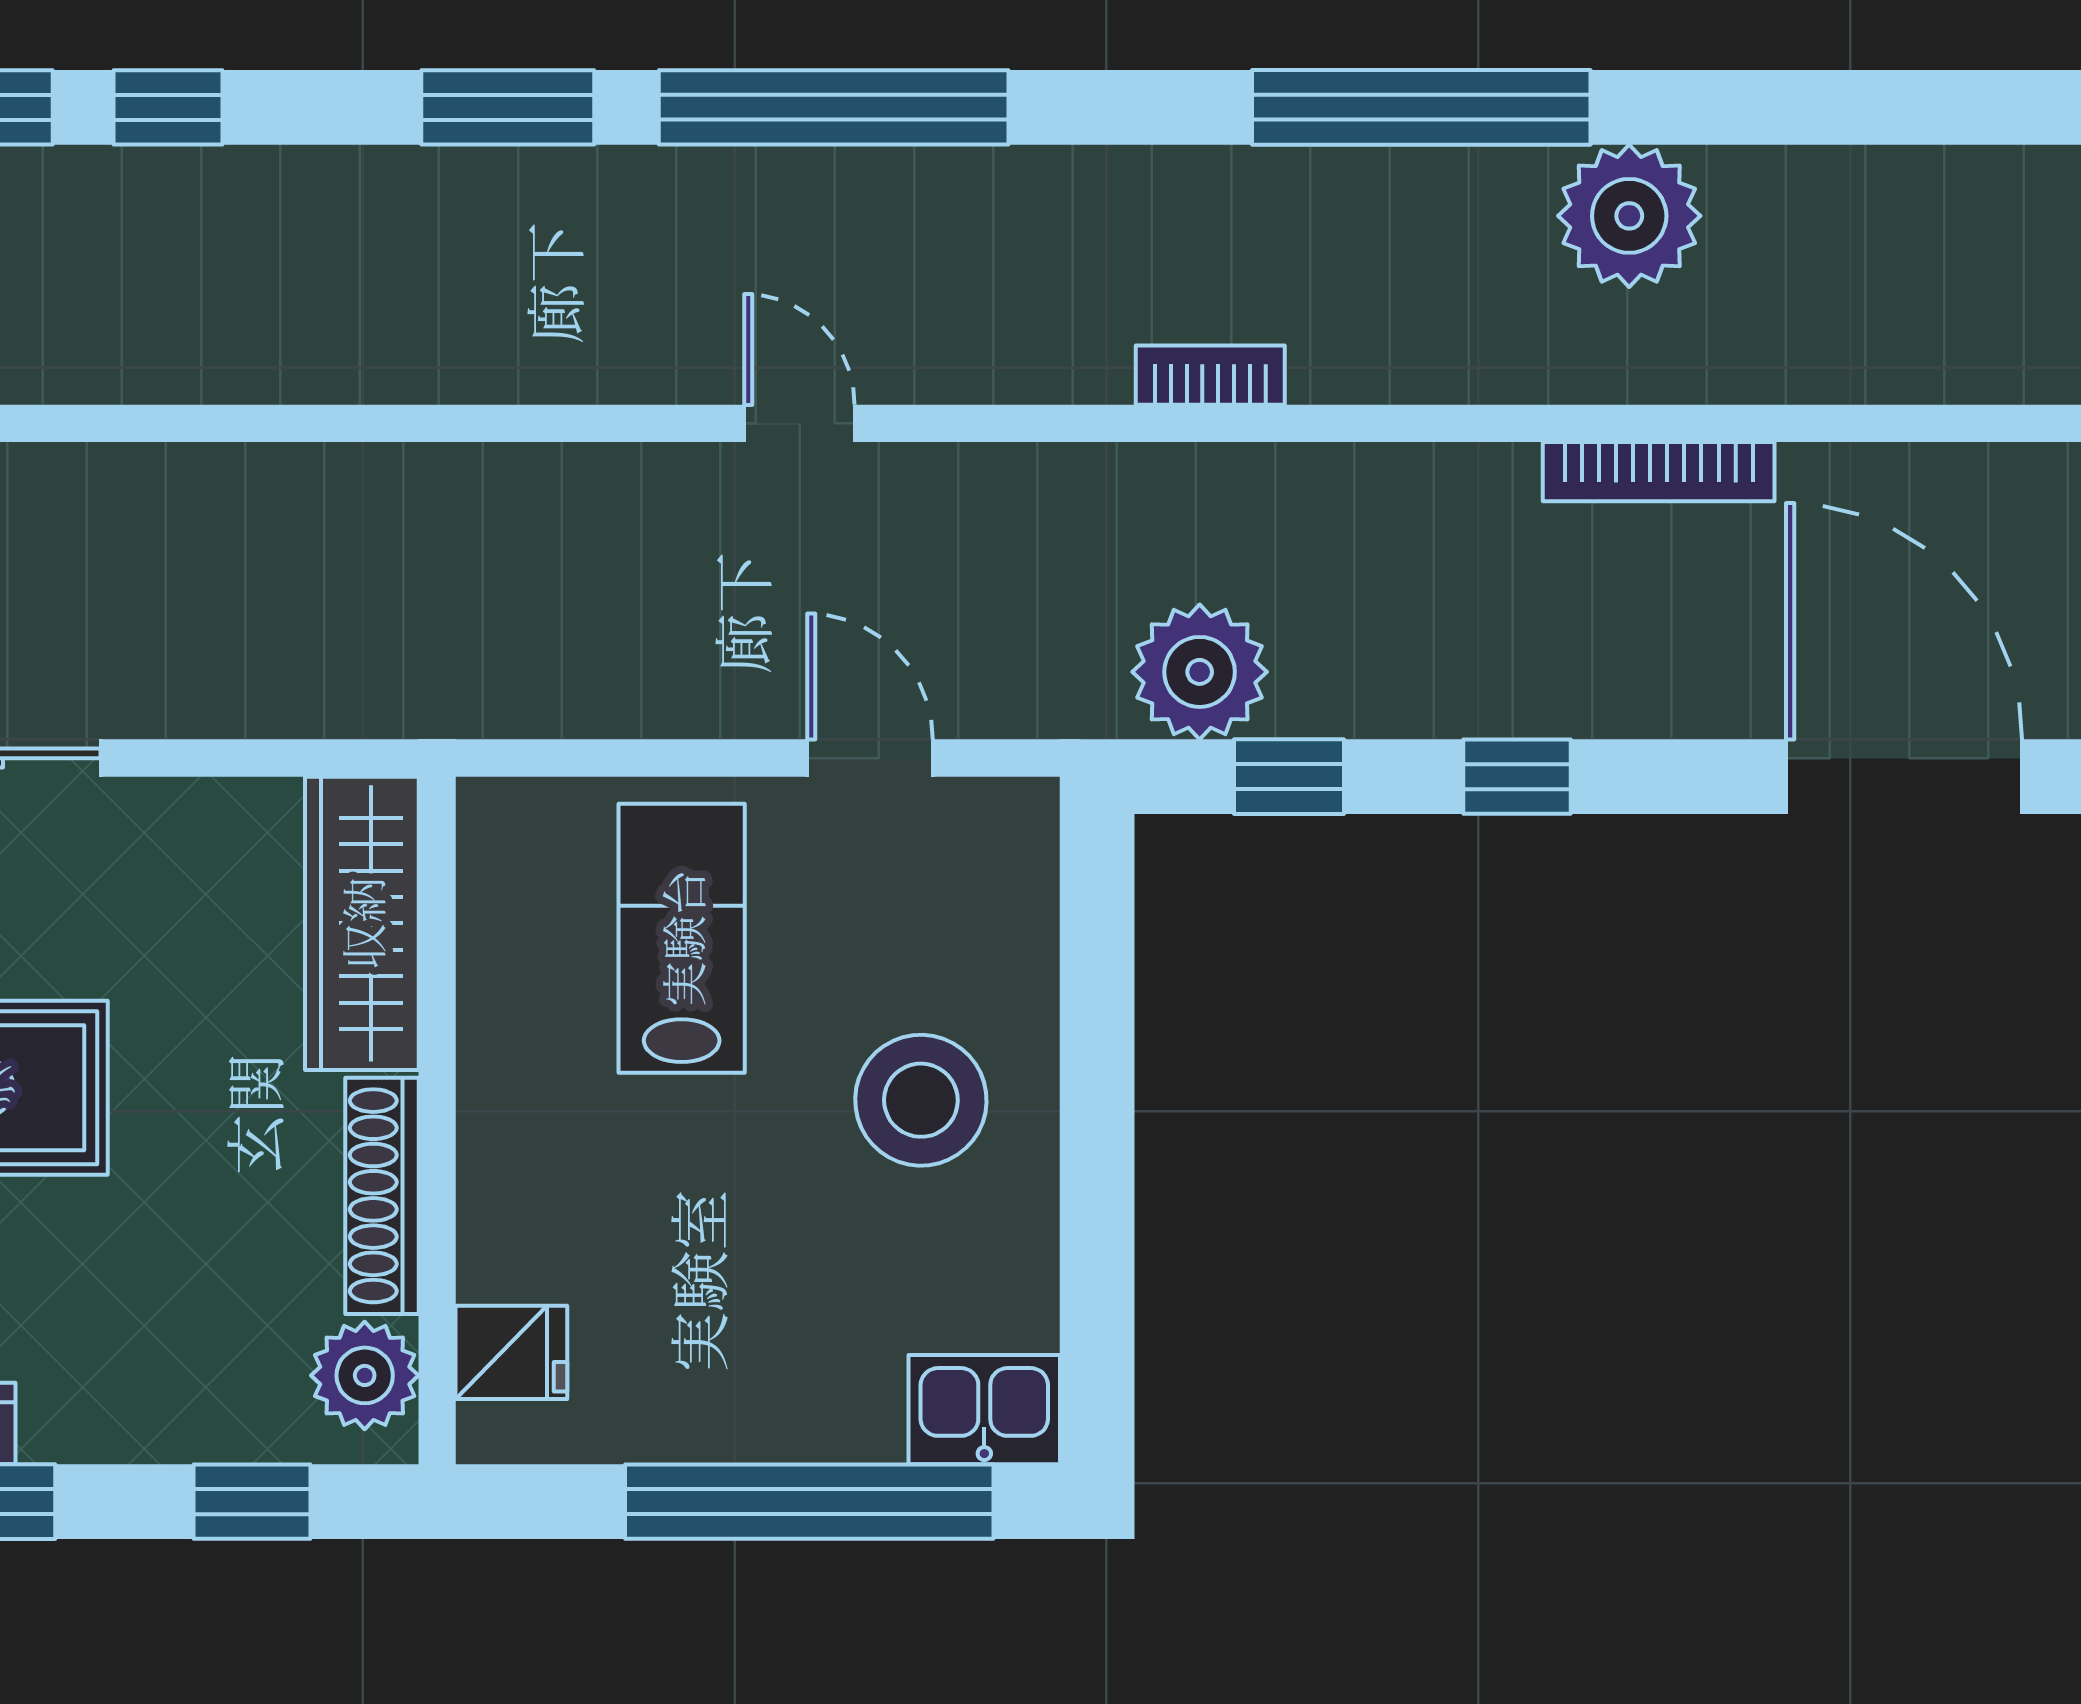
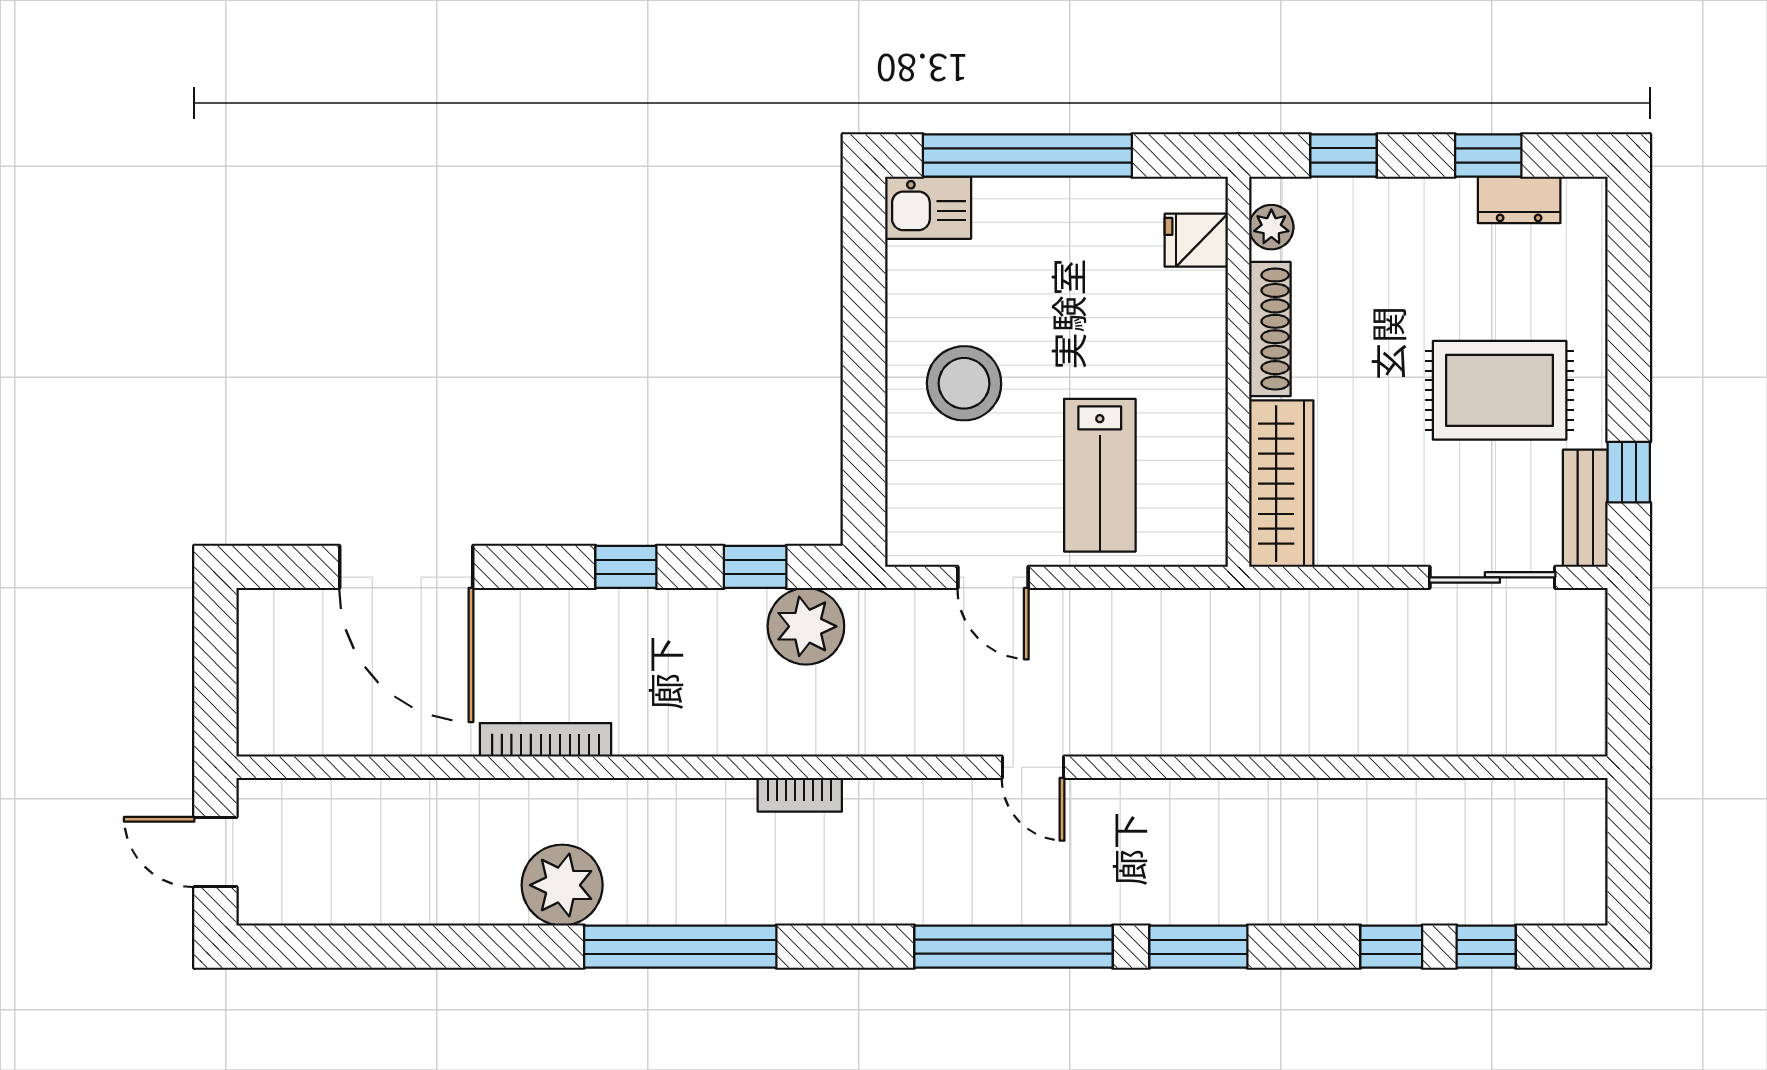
plant: (365, 1375) -> (1271, 227), width x0.73, depth x0.73

